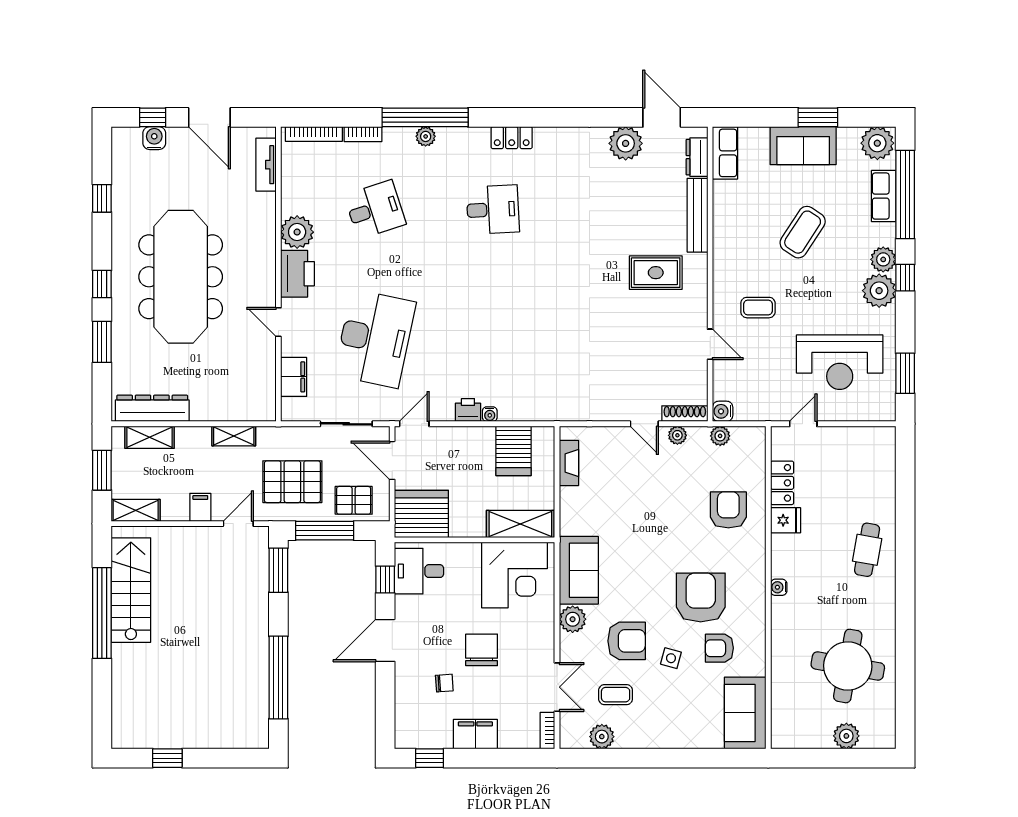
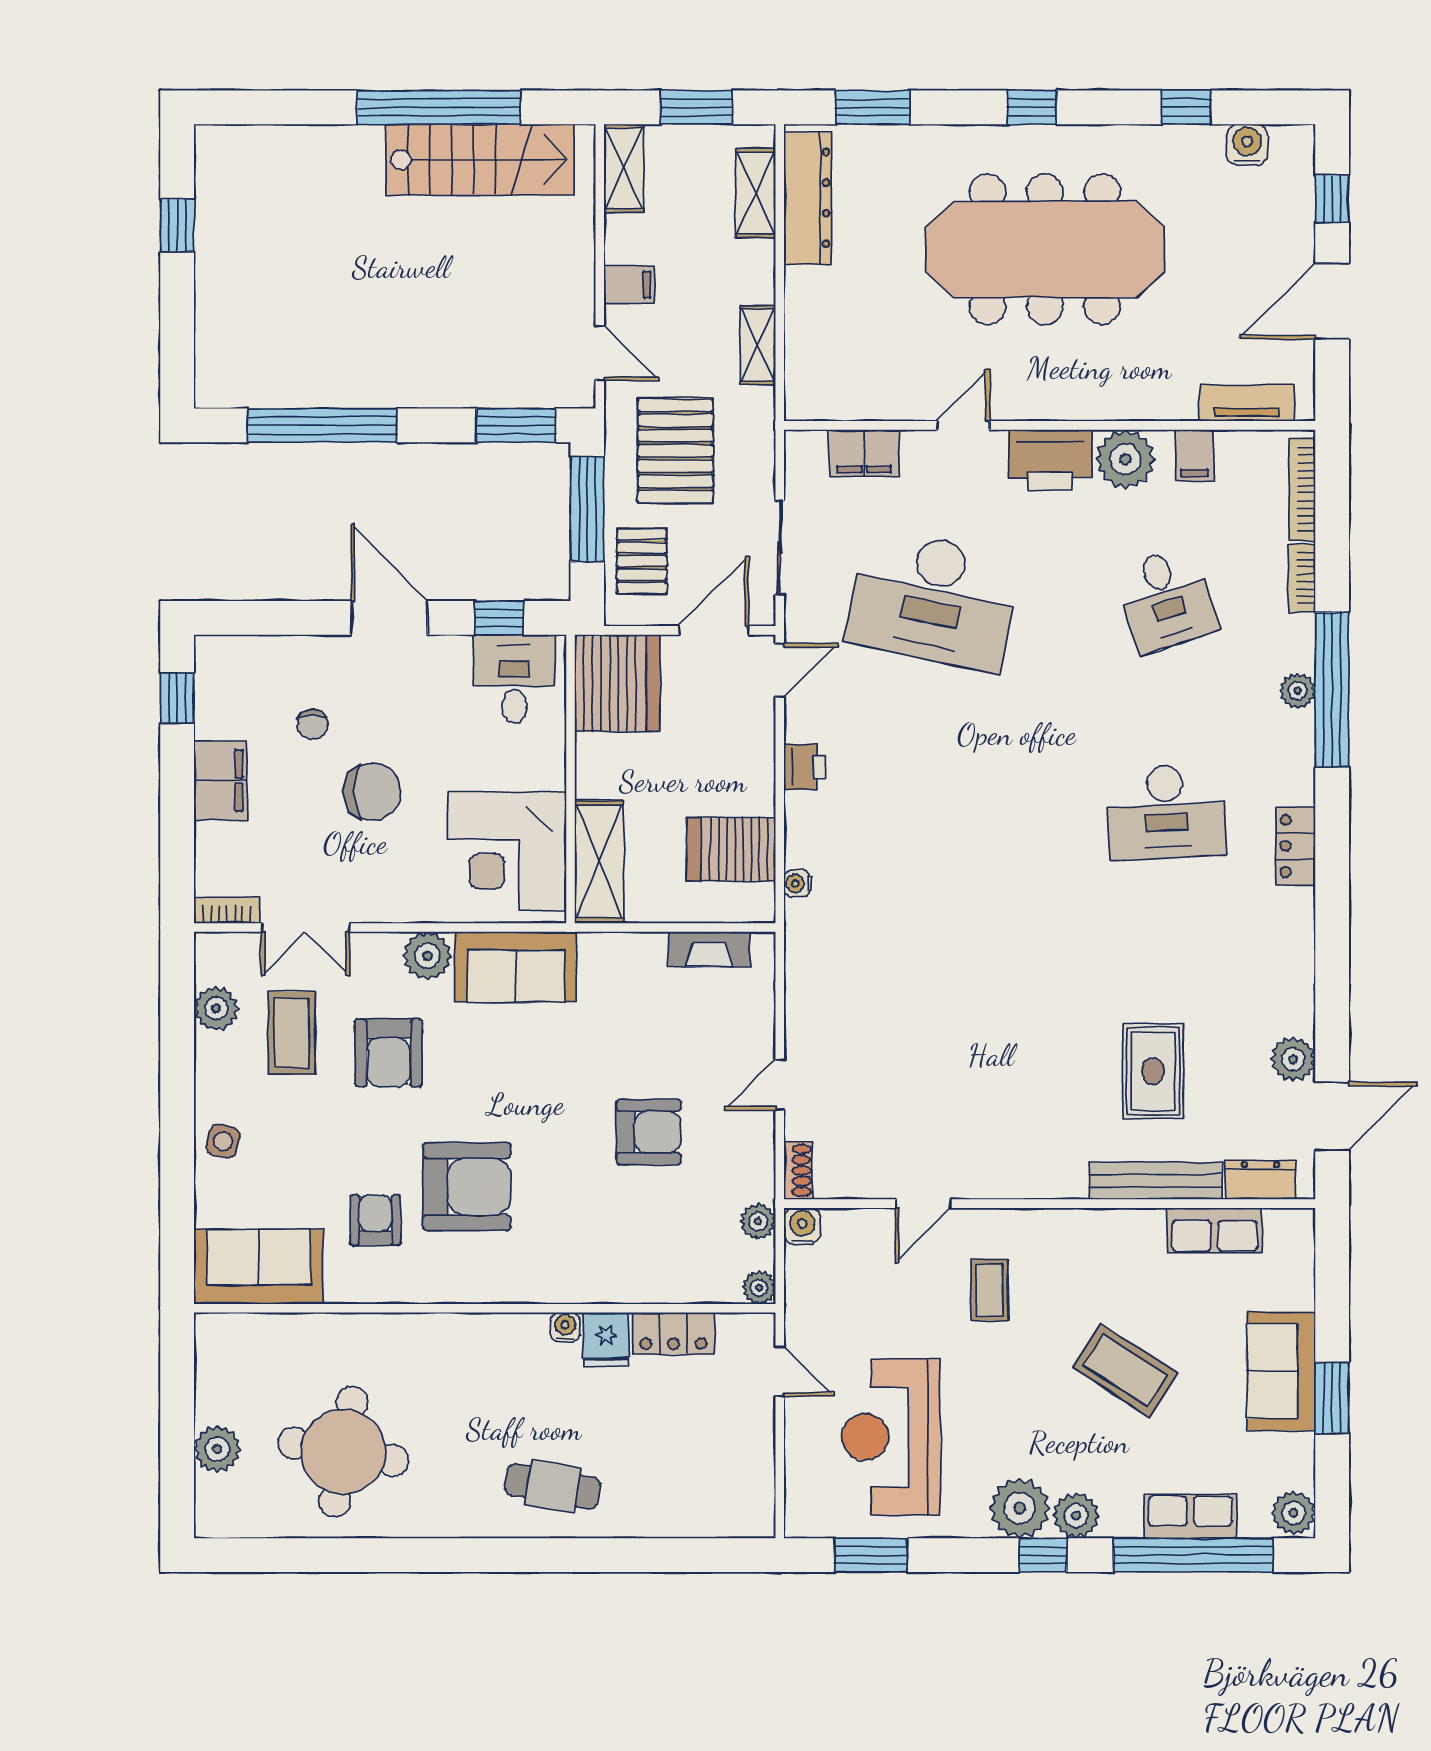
water cooler: (154, 138) -> (1247, 145), moved, turned -90
plant: (626, 143) -> (1293, 1059), width x0.73, depth x0.73
plant: (877, 143) -> (1293, 1513), width x0.73, depth x0.73
row of seats: (725, 153) -> (1214, 1230), moved
filing cabinet: (295, 194) -> (1195, 455), added
desk: (493, 210) -> (1166, 812), width x1.37
rug: (656, 273) -> (1153, 1071), moved
window: (102, 342) -> (873, 107), moved
water cooler: (490, 414) -> (797, 884), moved
shoe rack: (685, 414) -> (798, 1170), width x0.70
door: (414, 424) -> (780, 670), hinge flipped
plant: (677, 435) -> (759, 1288), moved
armchair: (728, 510) -> (649, 1132), moved
water cooler: (779, 587) -> (565, 1327), moved
side table: (671, 658) -> (223, 1141), moved
coffee table: (616, 695) -> (292, 1033), width x1.36, depth x1.30

